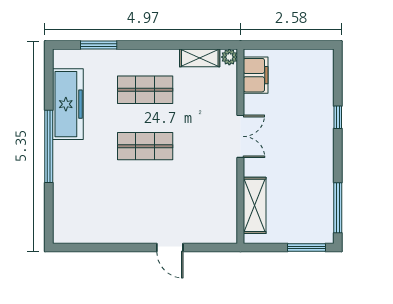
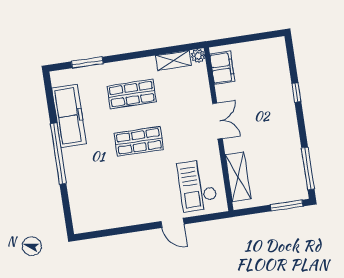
checkout: (206, 208) -> (197, 185), added

